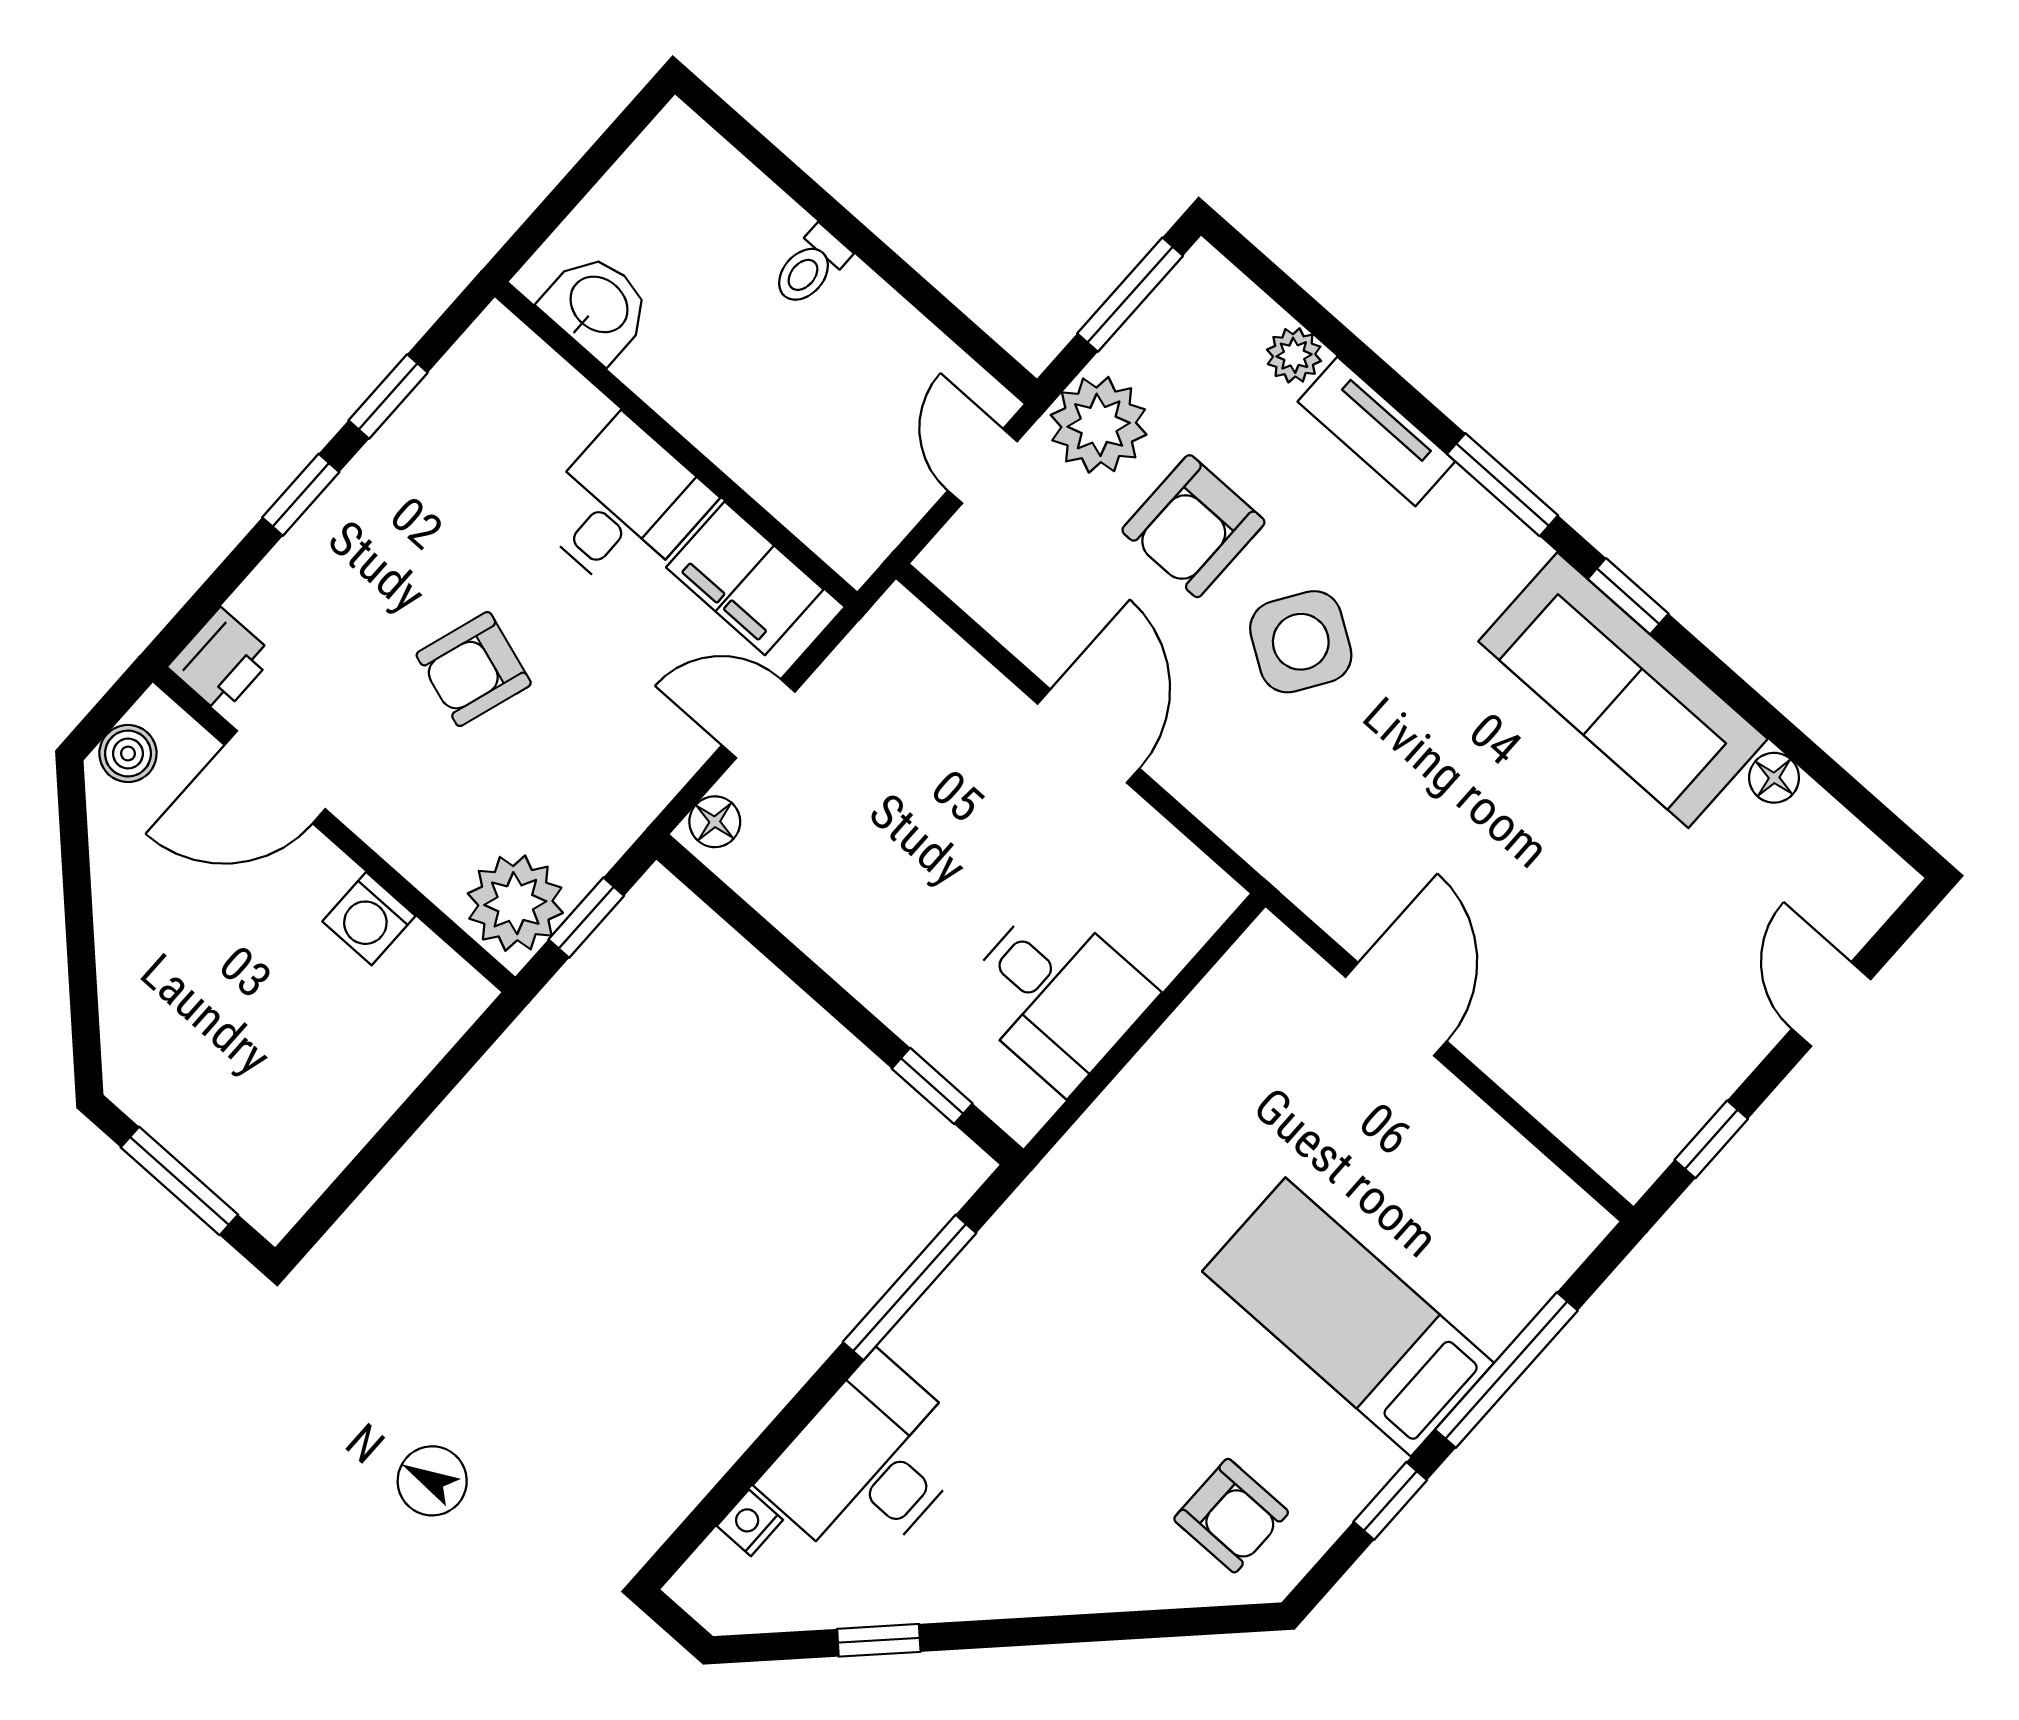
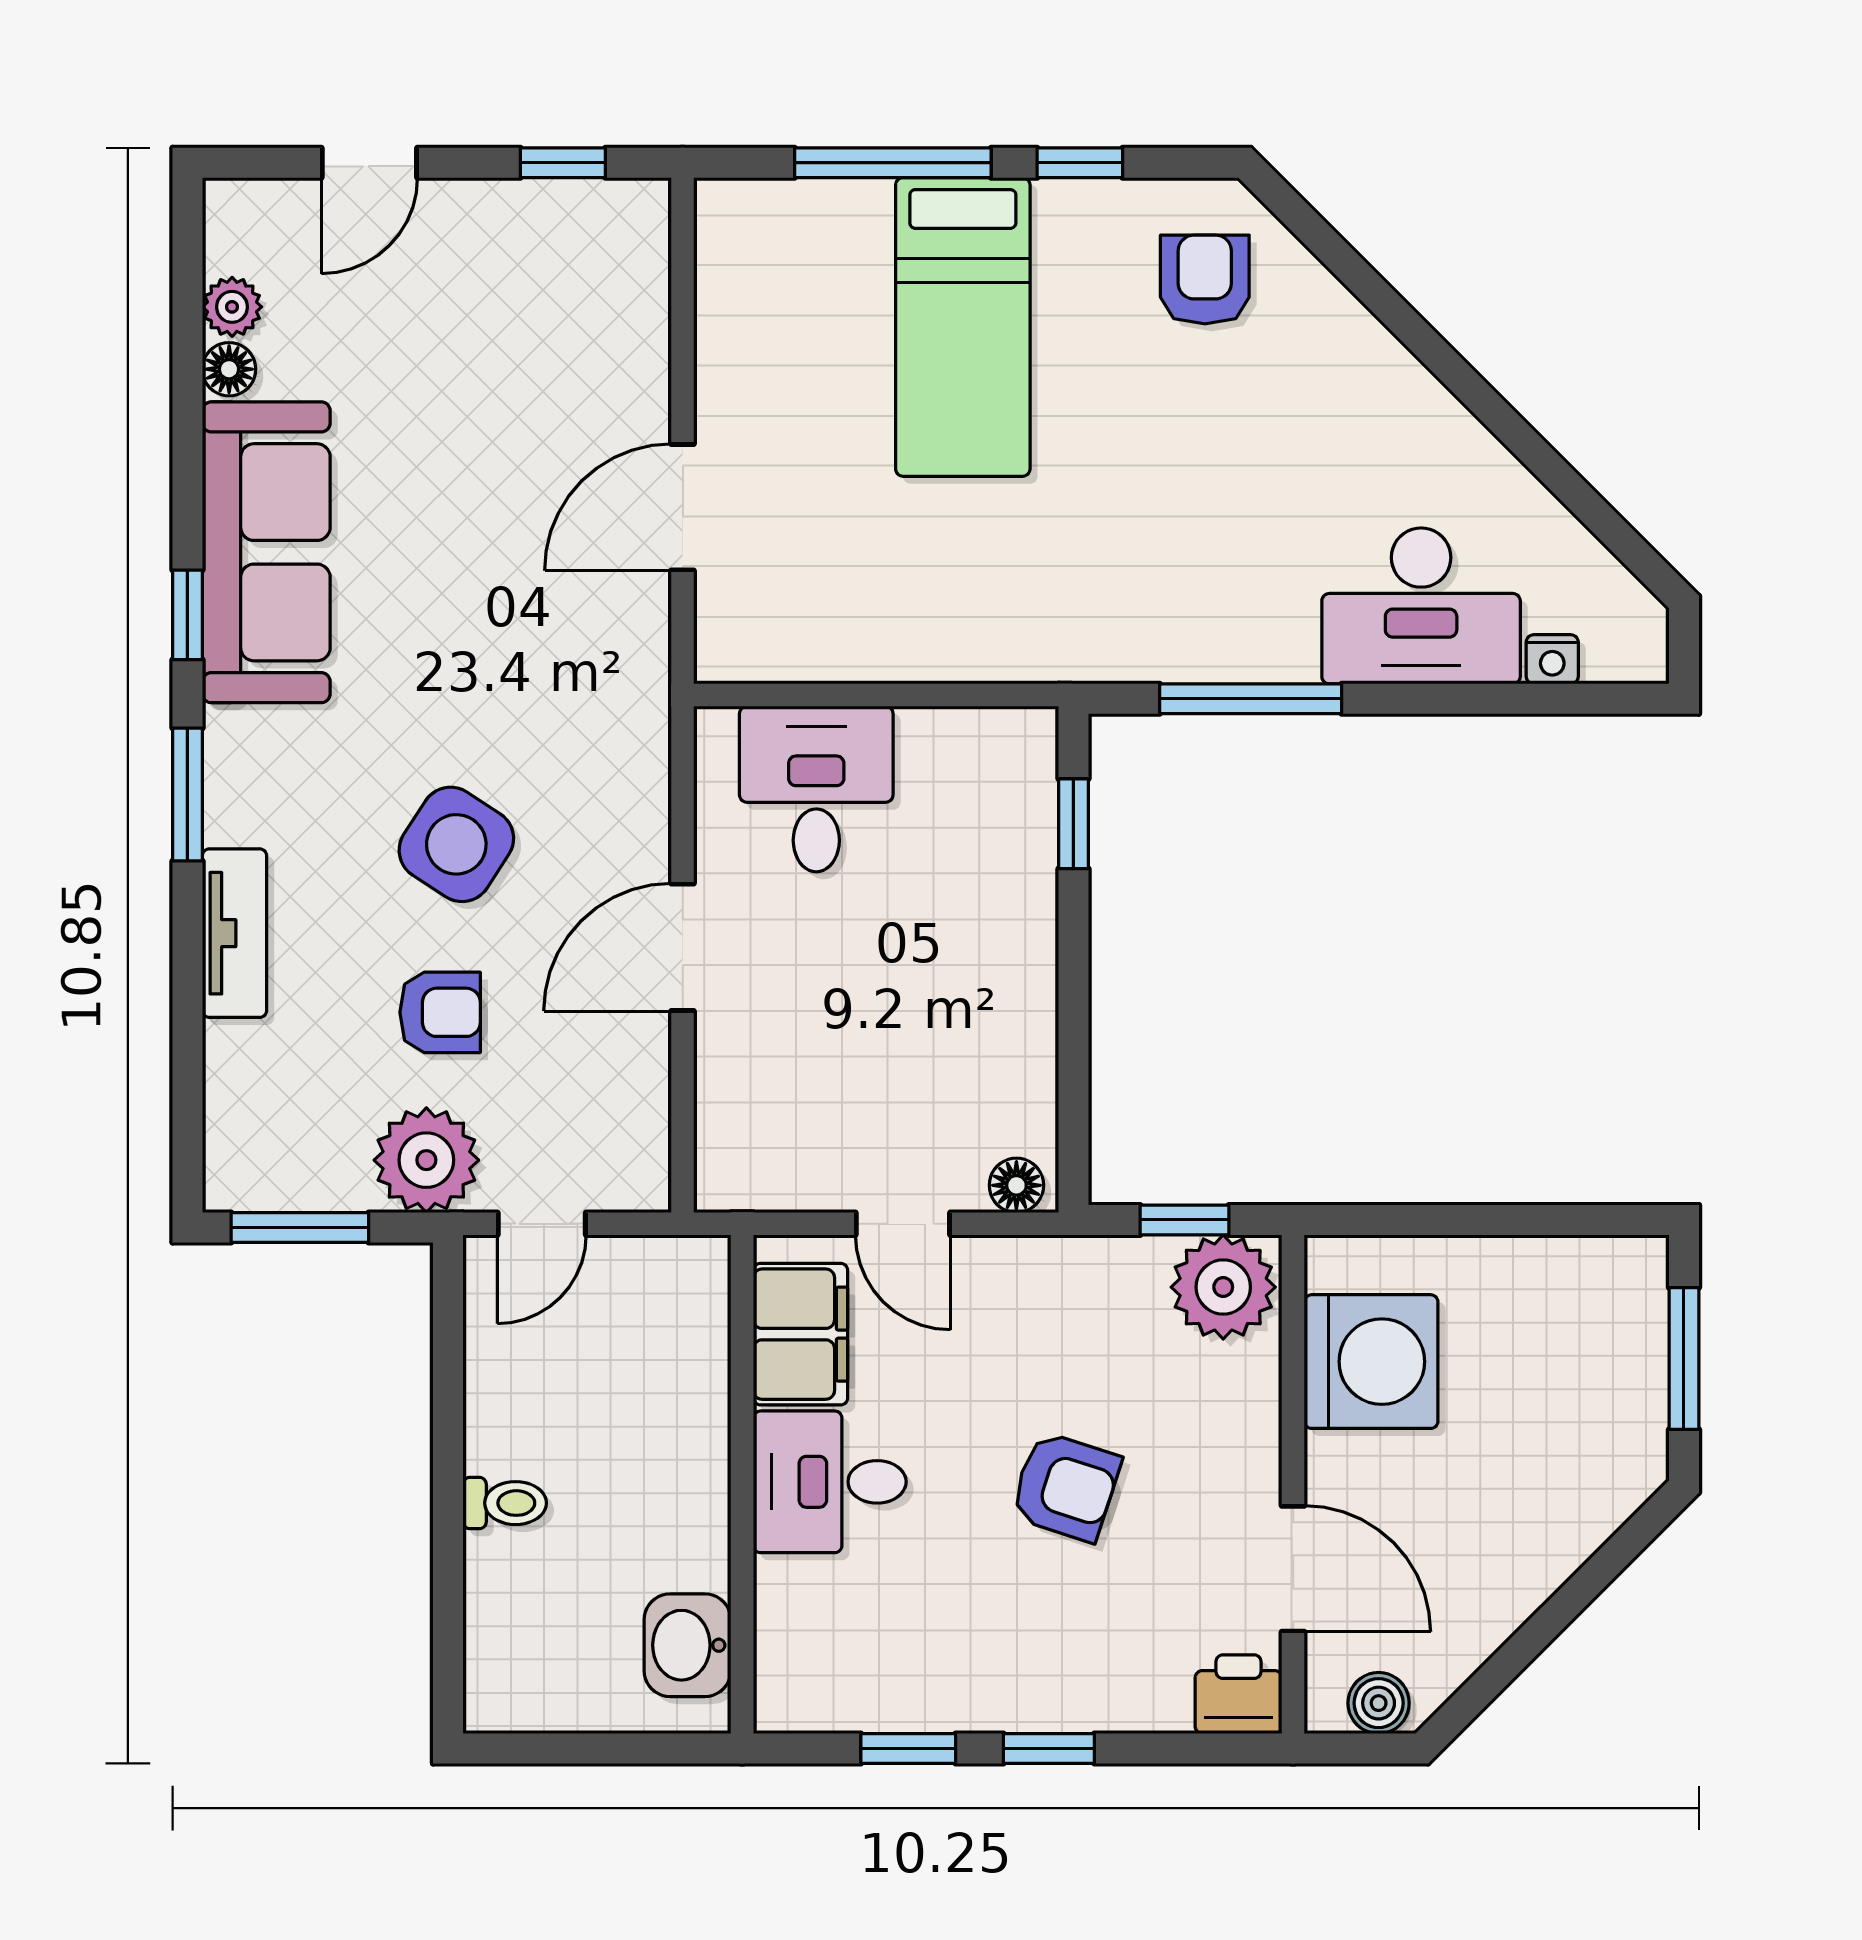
plant: (1294, 355) -> (232, 307), moved
armchair: (1193, 526) -> (440, 1012), width x0.72, depth x0.72
washing machine: (369, 919) -> (1371, 1362), width x1.89, depth x1.89
desk: (1057, 995) -> (816, 789), moved
window: (879, 1640) -> (1555, 473), removed

